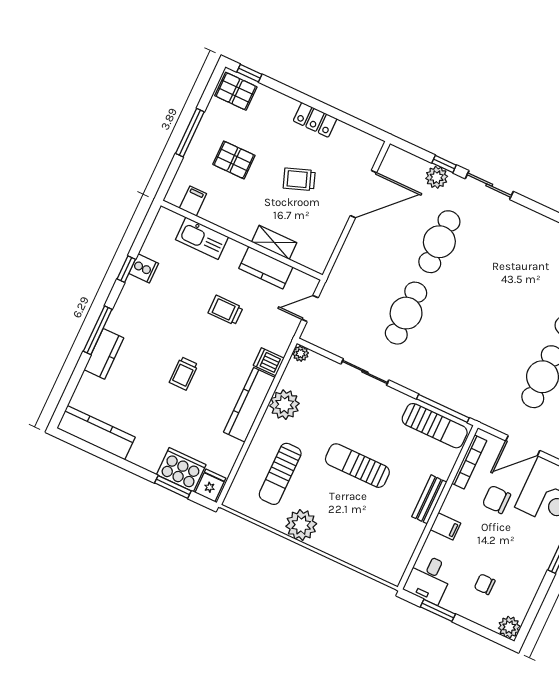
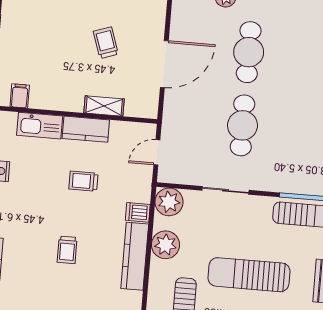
pallet: (234, 160) -> (42, 47), removed
trolley: (299, 179) -> (106, 43), turned 91
door: (363, 194) -> (164, 64), moved
kitchen counter: (266, 268) -> (86, 129), moved
plant: (301, 354) -> (169, 202), width x1.88, depth x1.88
sun lounger: (357, 466) -> (249, 275), width x1.36, depth x1.34

